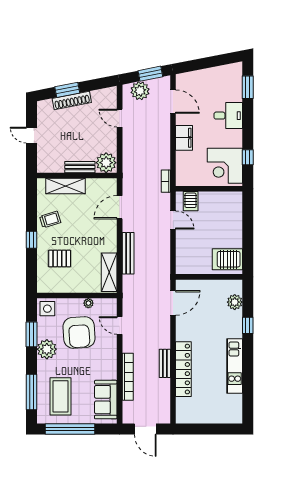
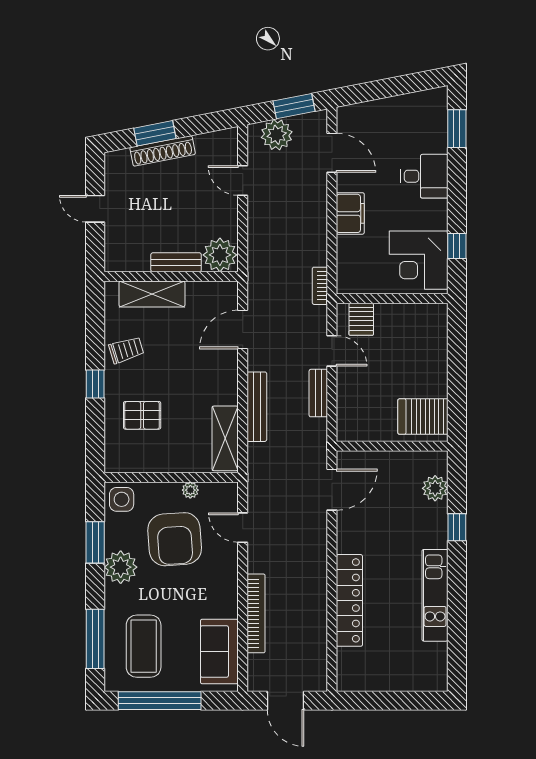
bench: (165, 363) -> (318, 393), moved

